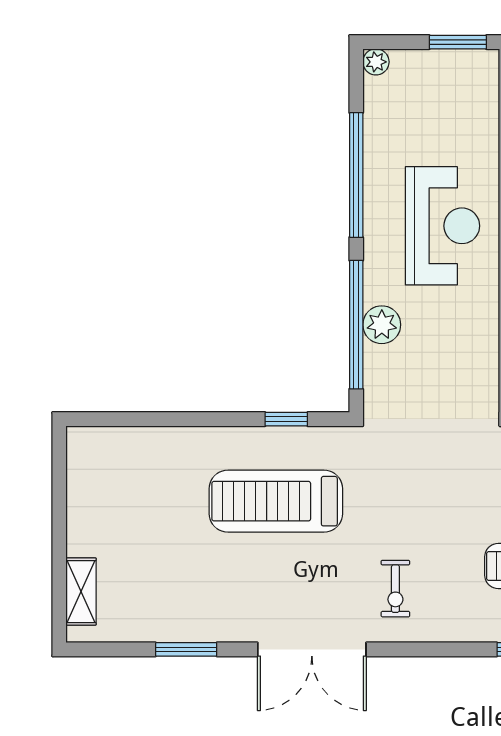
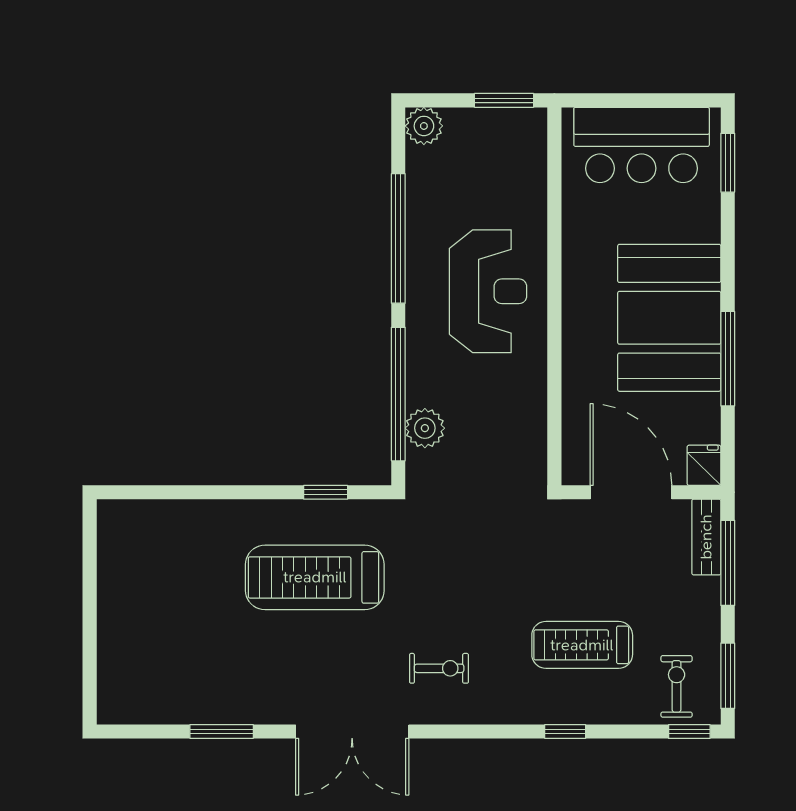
plant: (376, 62) -> (424, 126), width x1.38, depth x1.38
plant: (382, 325) -> (425, 428), moved
exercise bike: (395, 589) -> (439, 668), turned -90
shelving: (81, 592) -> (112, 671), removed

